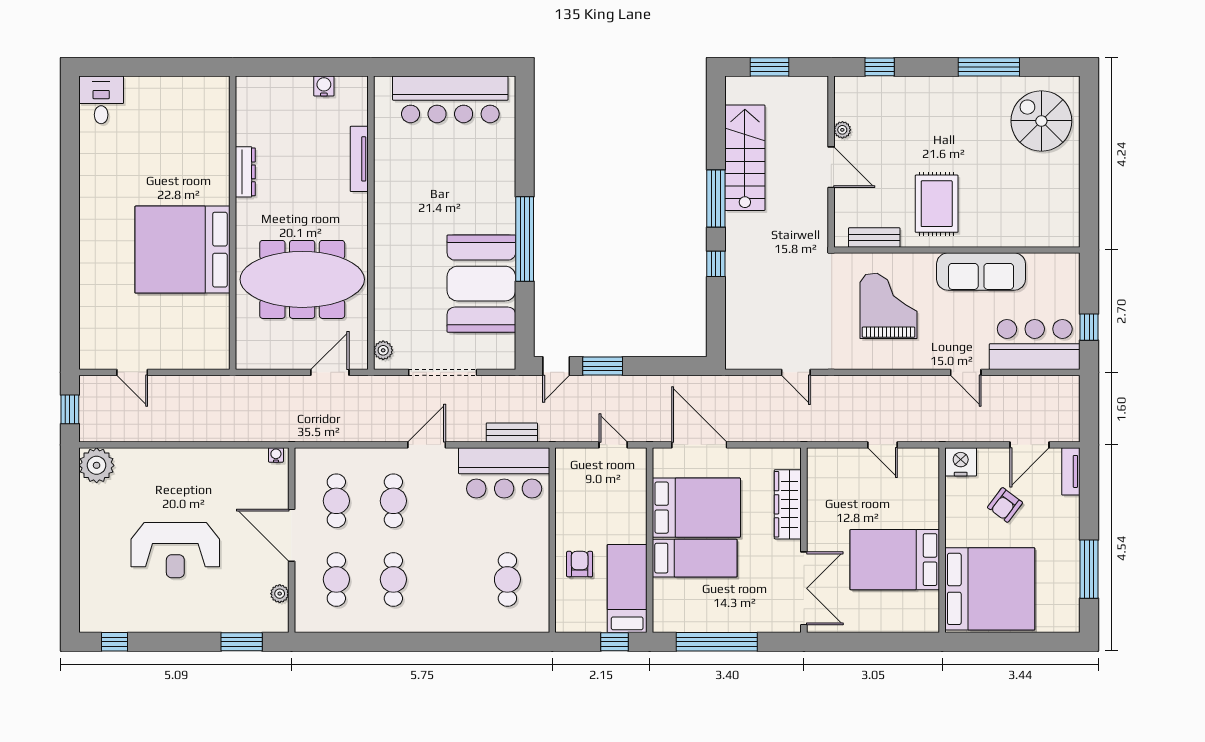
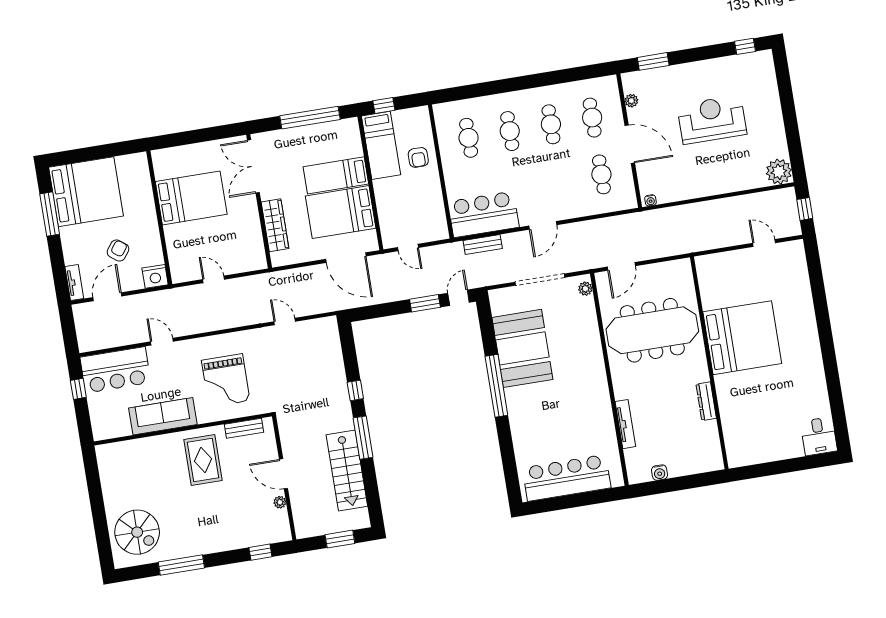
cafe table: (393, 501) -> (510, 131), moved
bed: (990, 589) -> (86, 192), moved, turned 180

